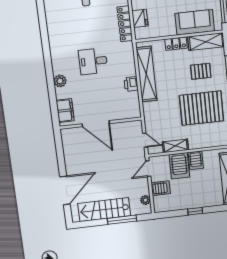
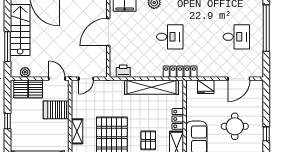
locker: (125, 24) -> (180, 72), moved
desk: (93, 61) -> (170, 37), turned 90
printer: (131, 84) -> (123, 71), moved
shelving: (175, 146) -> (77, 131), moved
server rack: (196, 160) -> (21, 89), moved, turned -90

